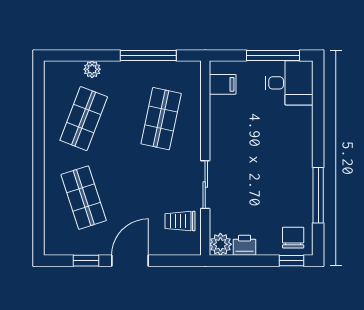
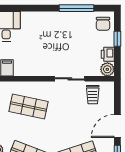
chair: (293, 238) -> (103, 24), turned -90
door: (130, 261) -> (117, 126), hinge flipped
window: (291, 261) -> (117, 39), moved

